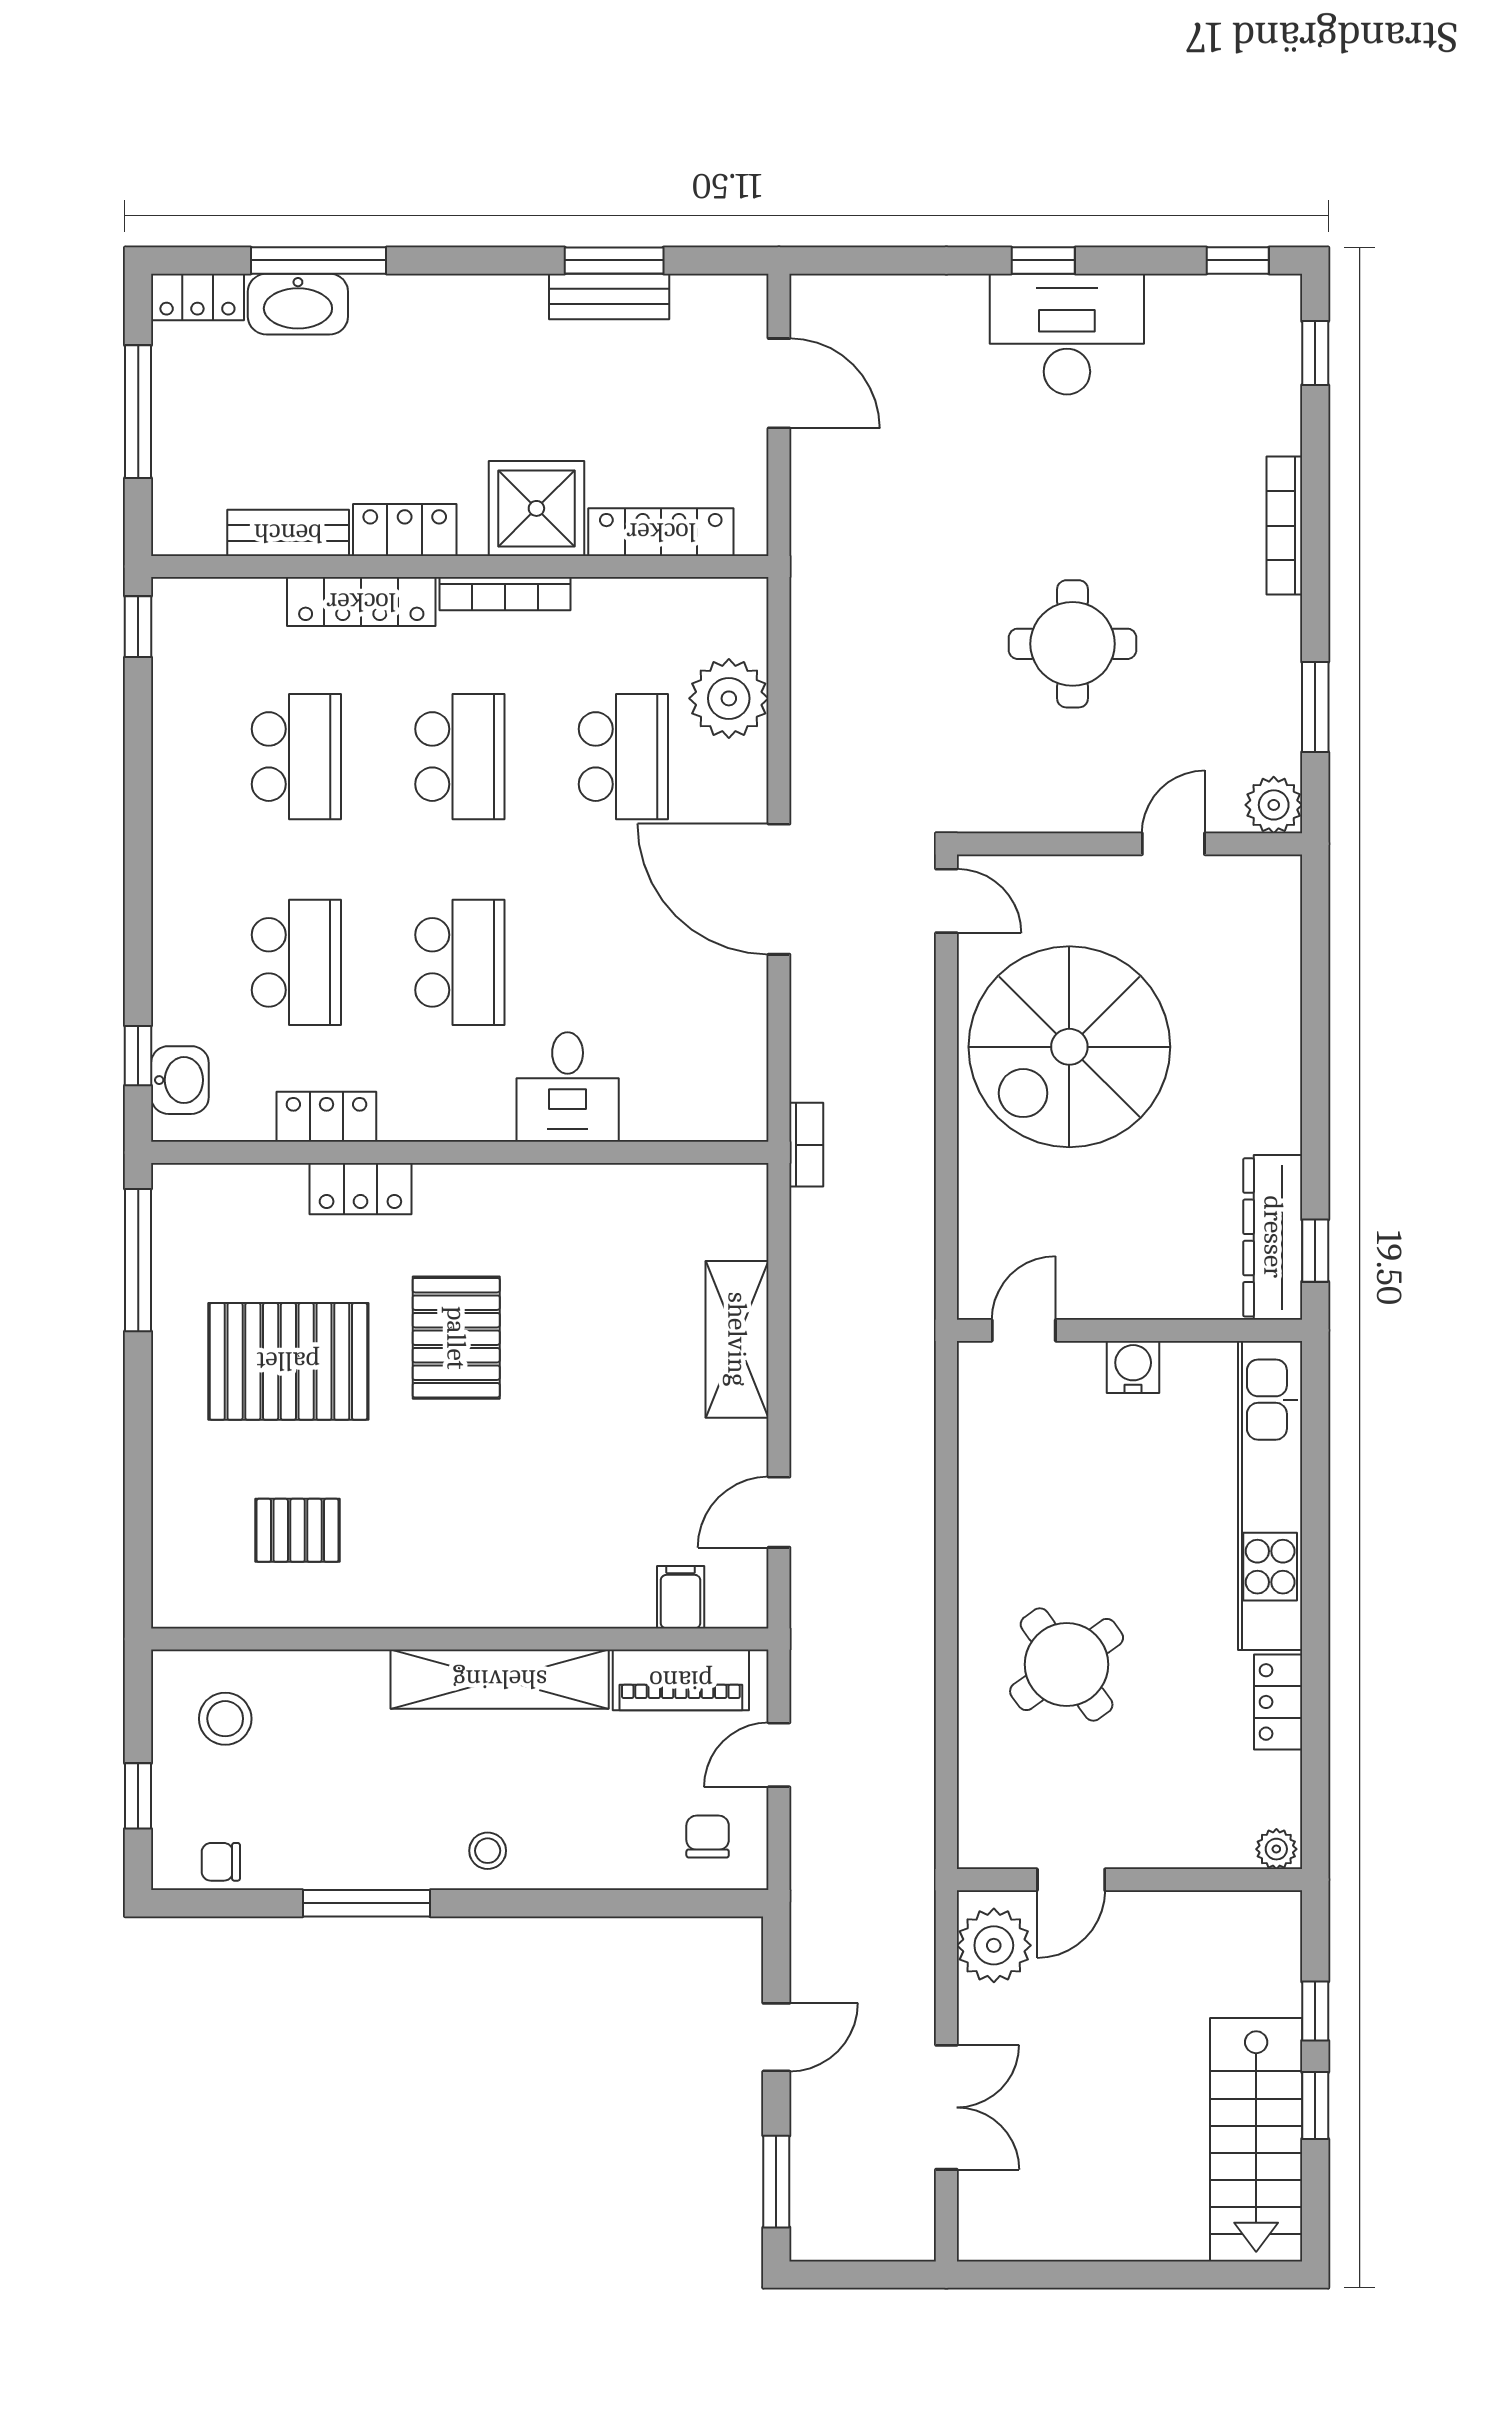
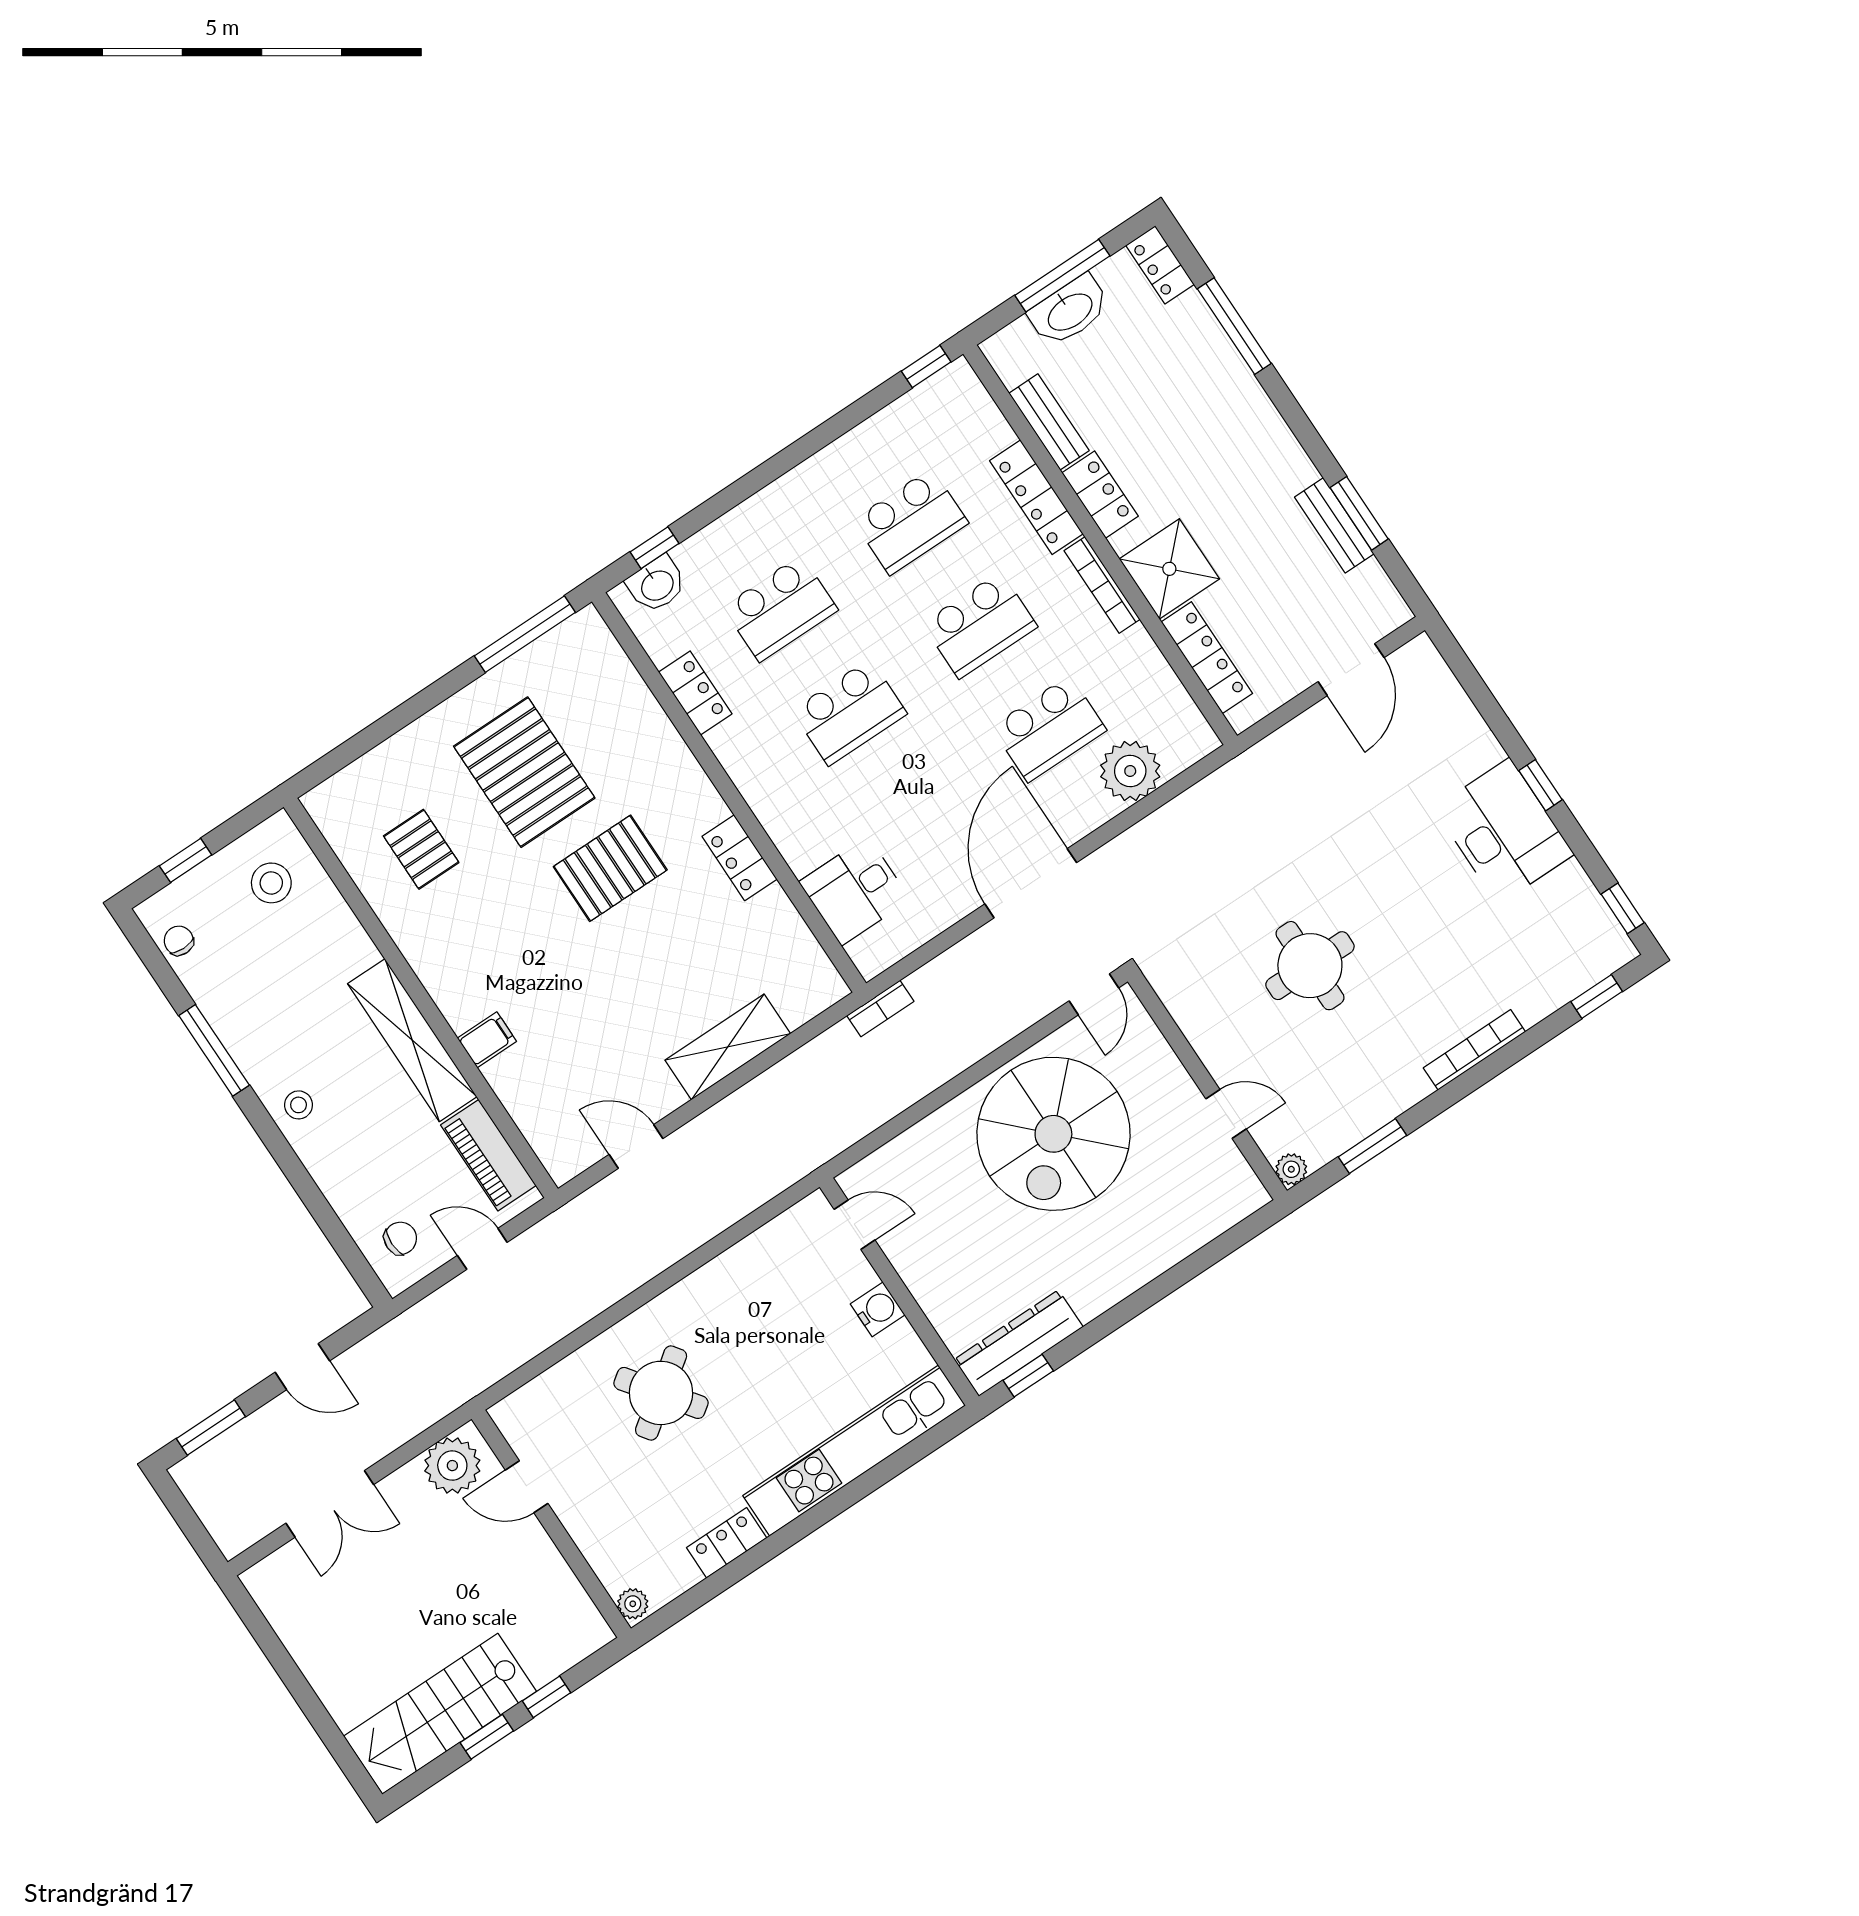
washbasin: (298, 304) -> (1069, 311), moved, turned -90
plant: (1274, 805) -> (1291, 1169), width x0.73, depth x0.73
spiral stairs: (1069, 1047) -> (1053, 1134), turned -90
desk: (568, 1087) -> (855, 891), moved
locker: (360, 1189) -> (740, 858), moved
filing cabinet: (681, 1597) -> (487, 1040), moved

